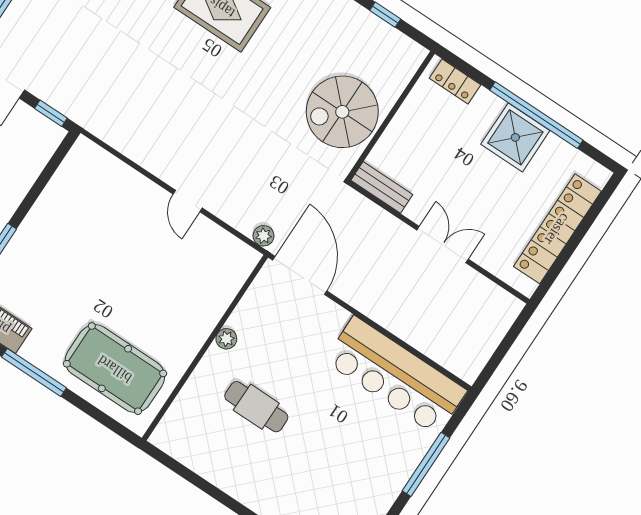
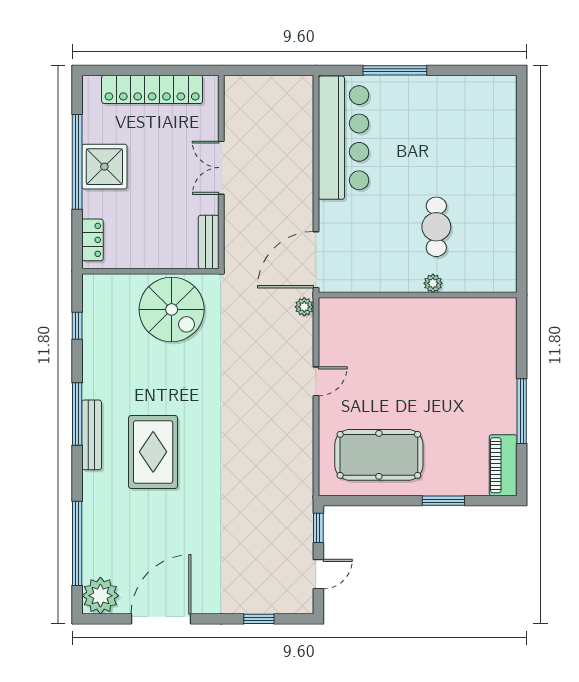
plant: (226, 339) -> (433, 283), moved
pool table: (115, 369) -> (379, 455), moved, turned 90

